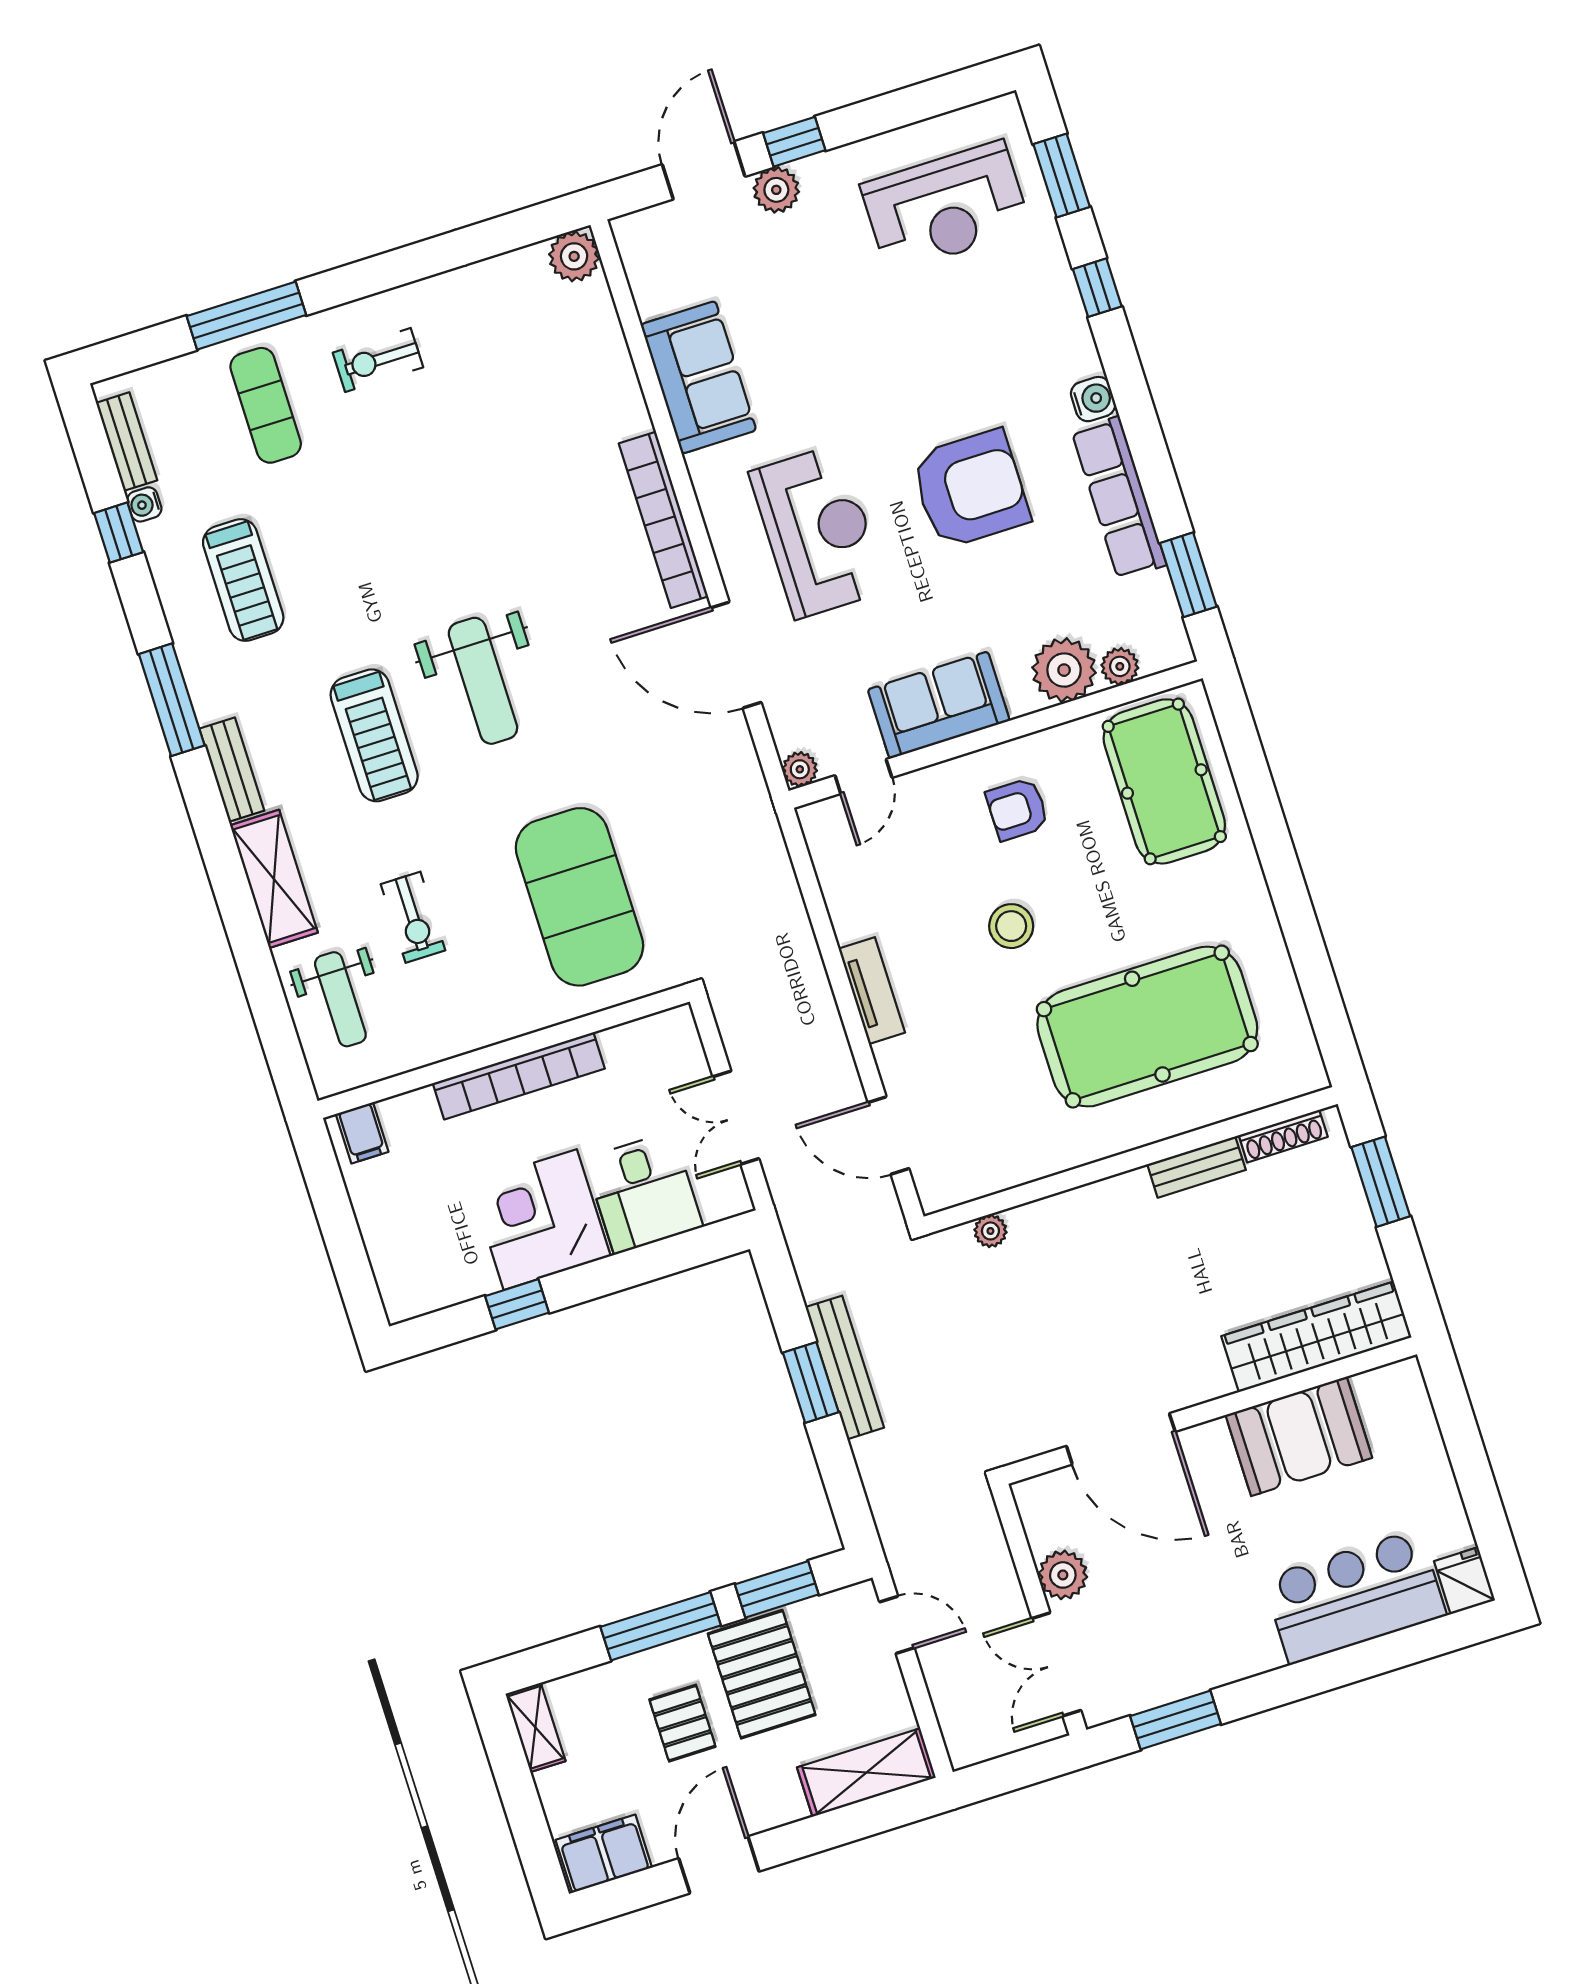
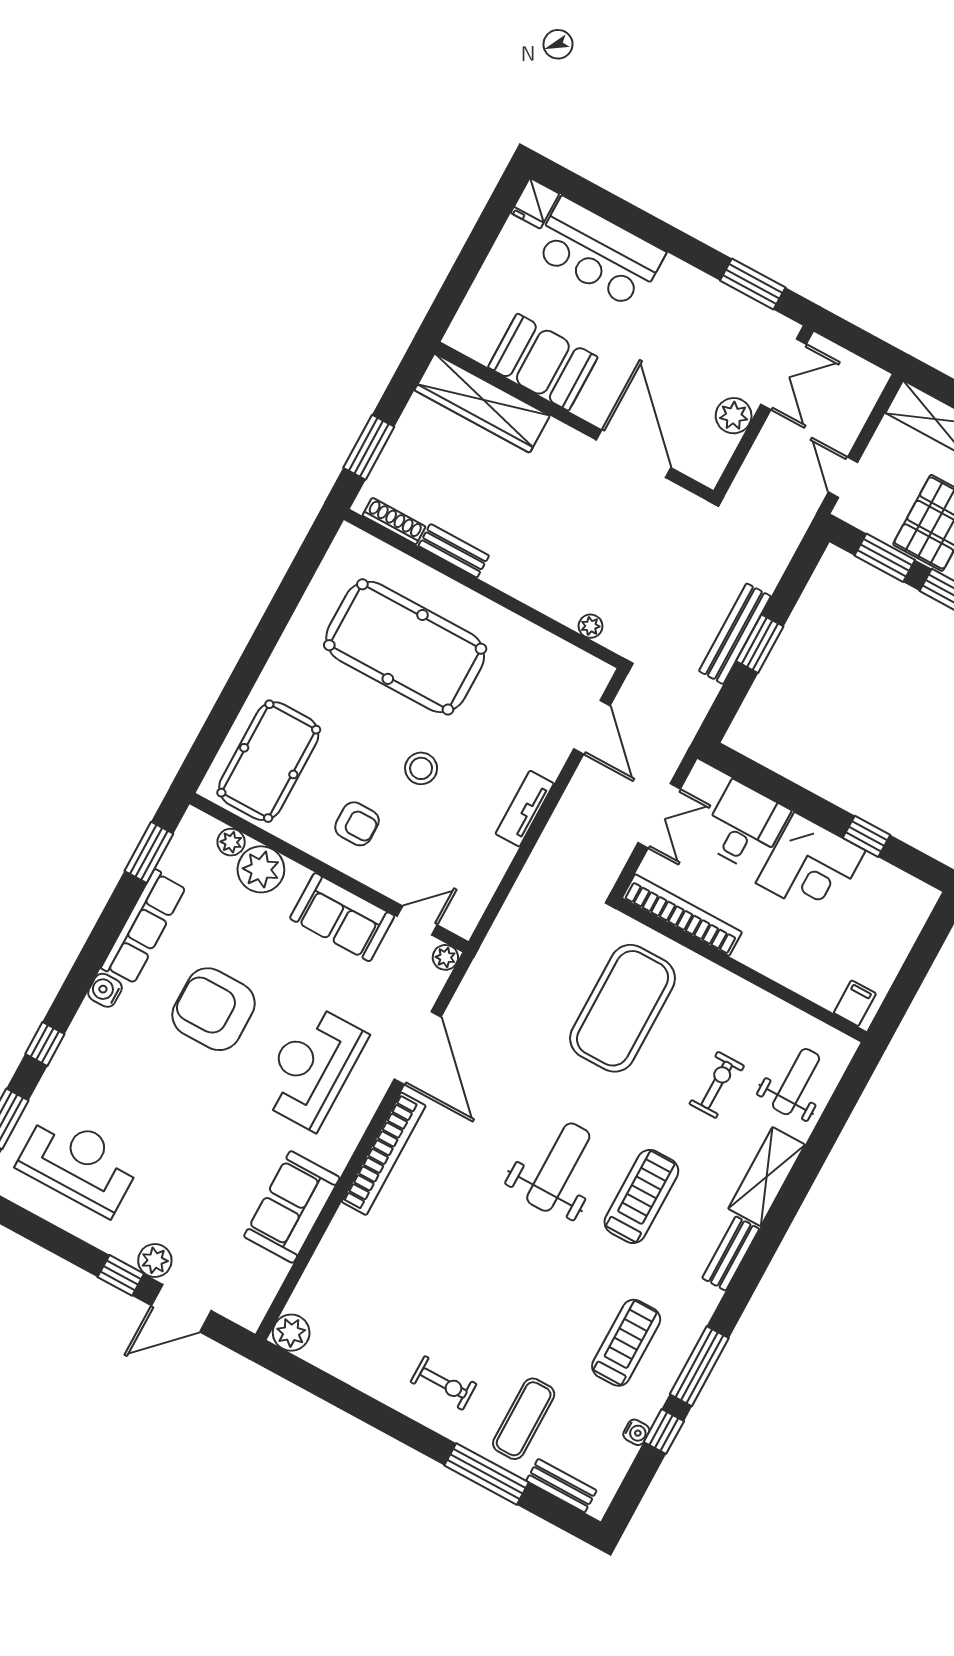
bench: (127, 442) -> (561, 1486), moved, turned 90
window: (172, 700) -> (699, 1366), moved
bookcase: (519, 1076) -> (682, 915), moved

